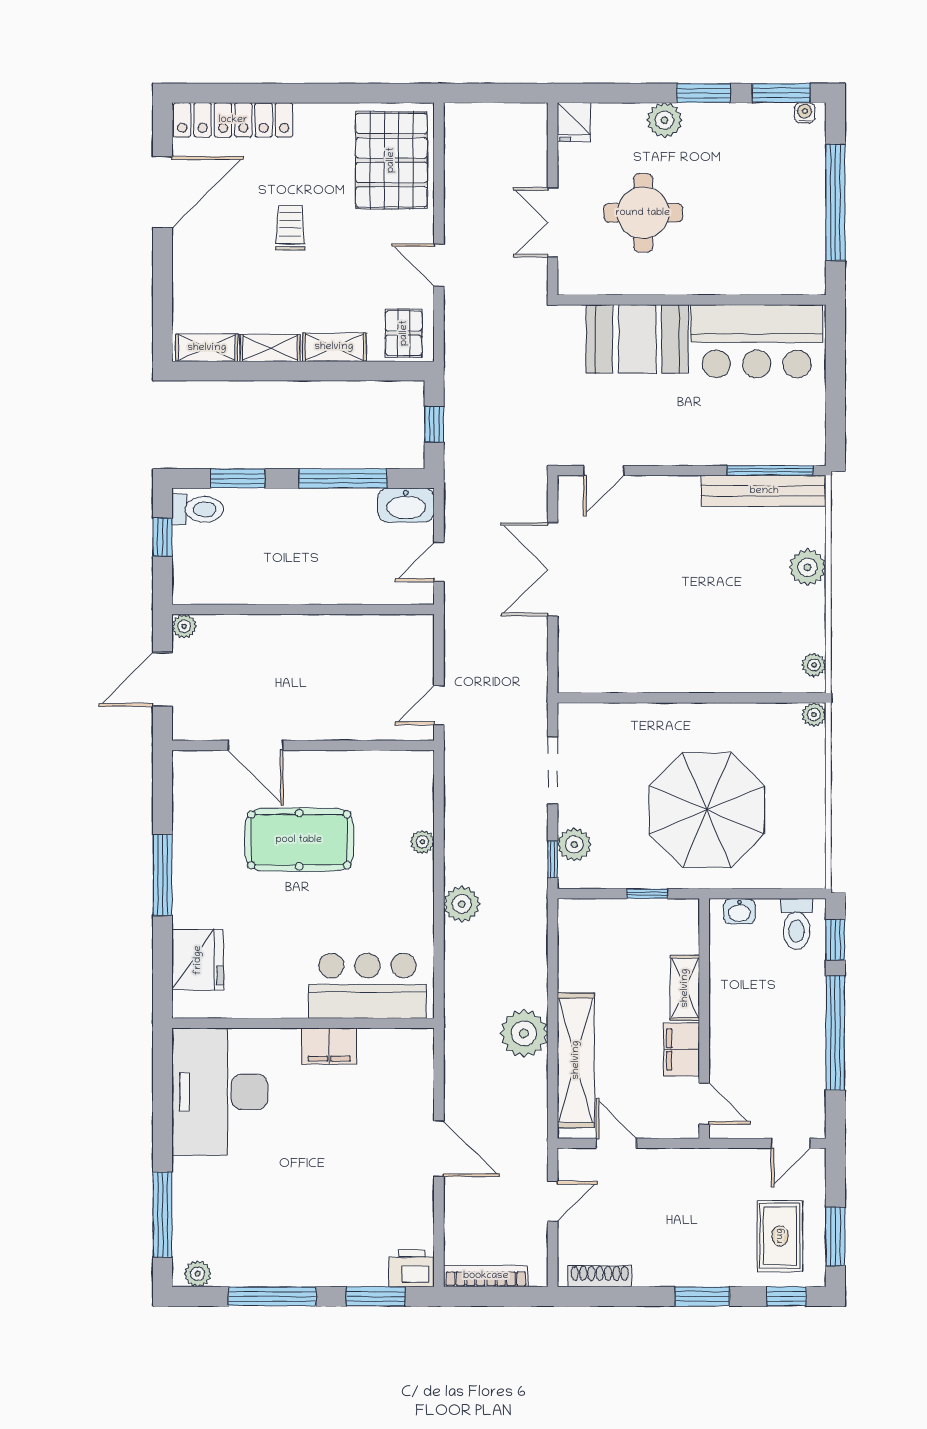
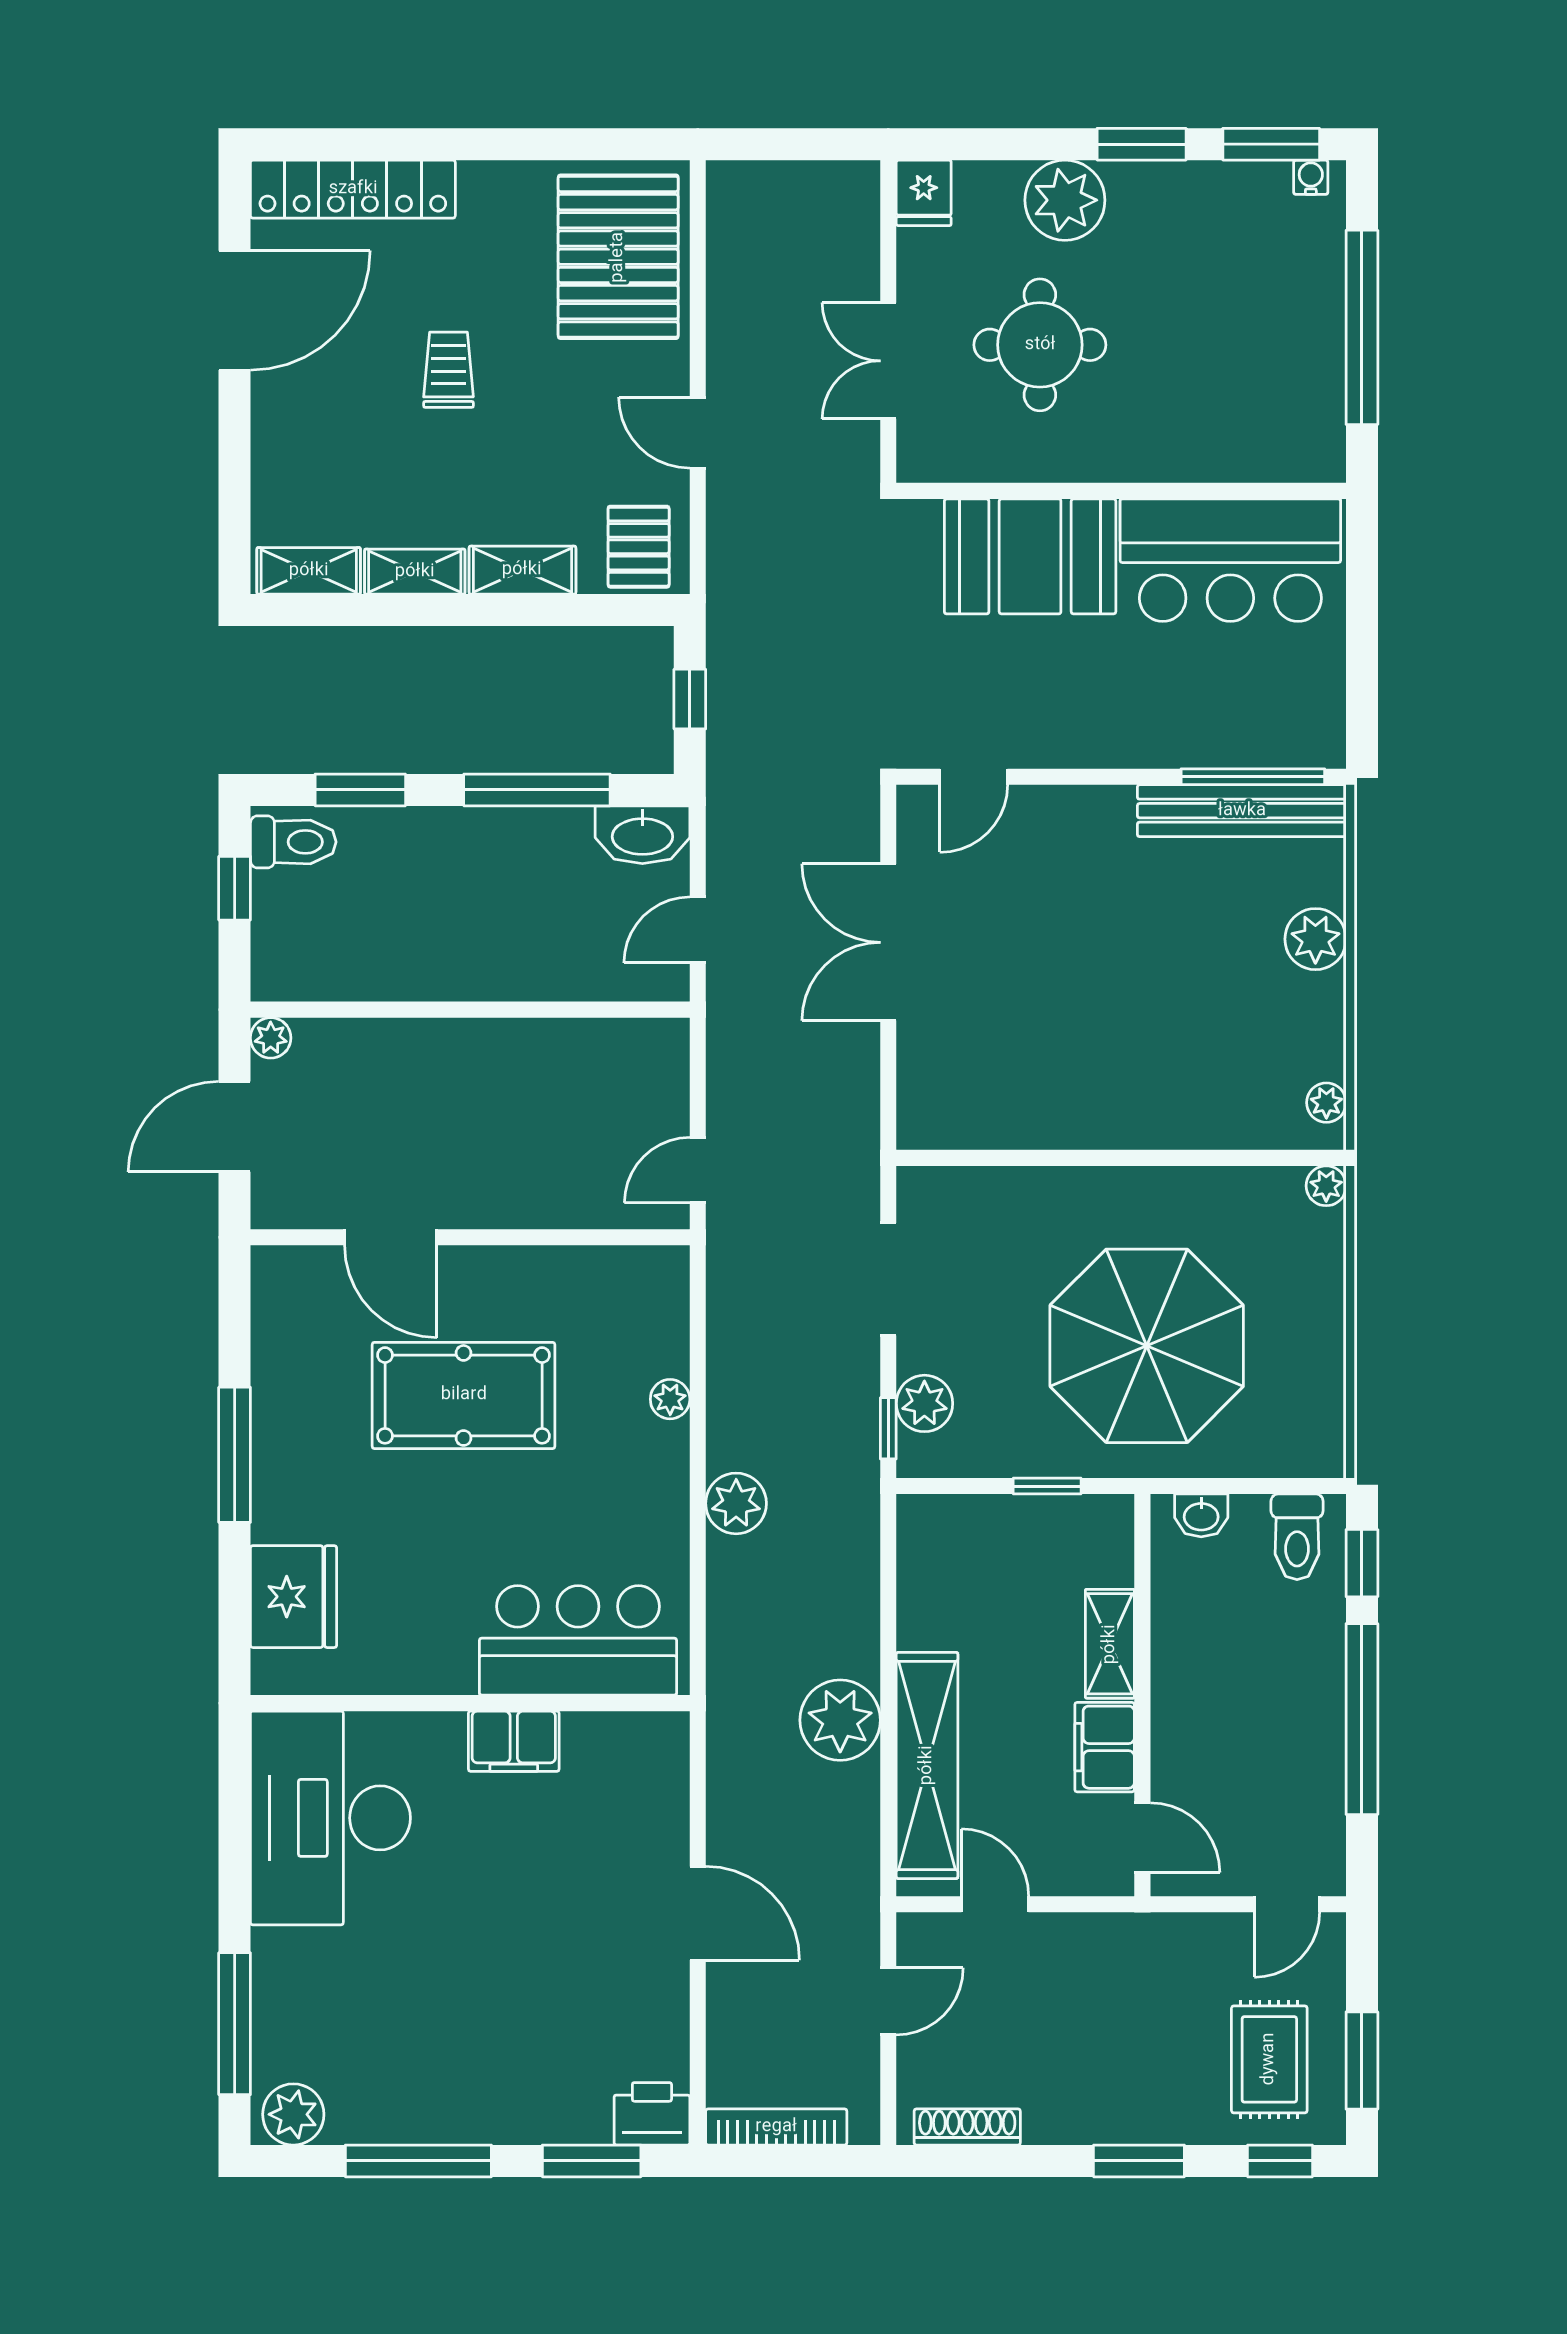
plant: (664, 120) -> (1065, 200), width x1.36, depth x1.36
plant: (198, 1274) -> (293, 2114), width x1.38, depth x1.38

